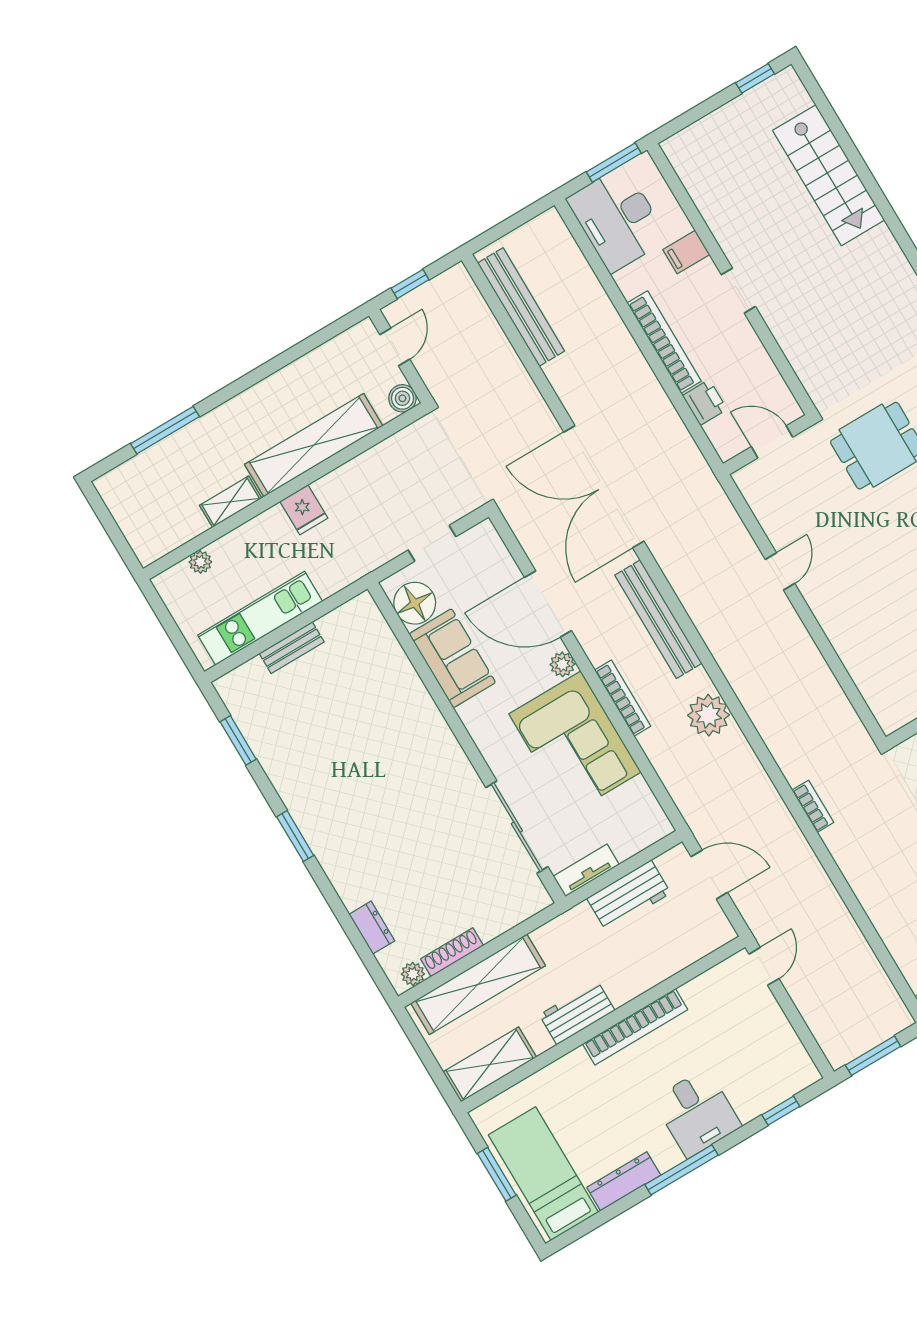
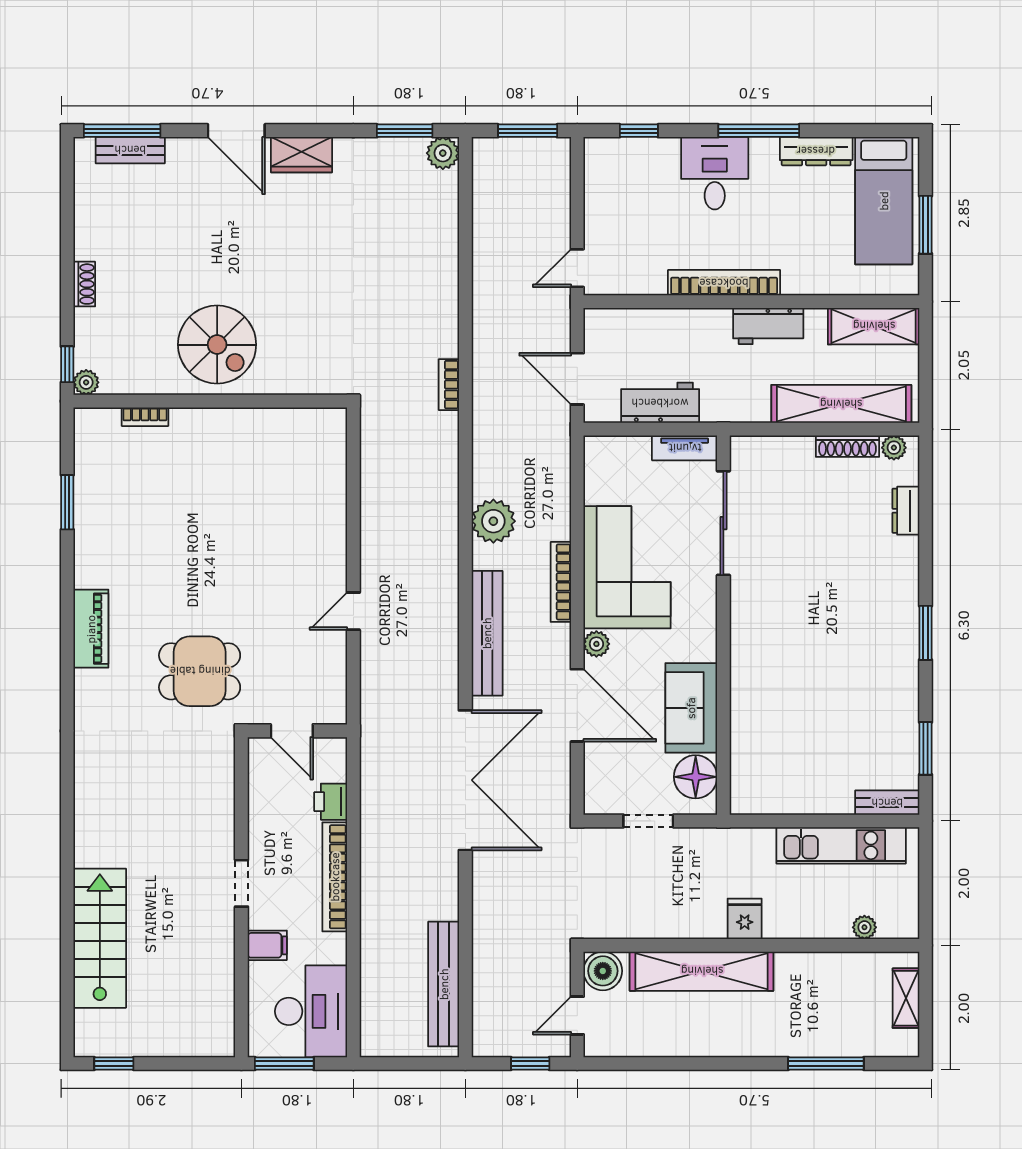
boiler: (402, 398) -> (603, 971), width x1.36, depth x1.36
shelving: (231, 502) -> (906, 998), moved, turned 90
bench: (292, 648) -> (887, 803), moved

